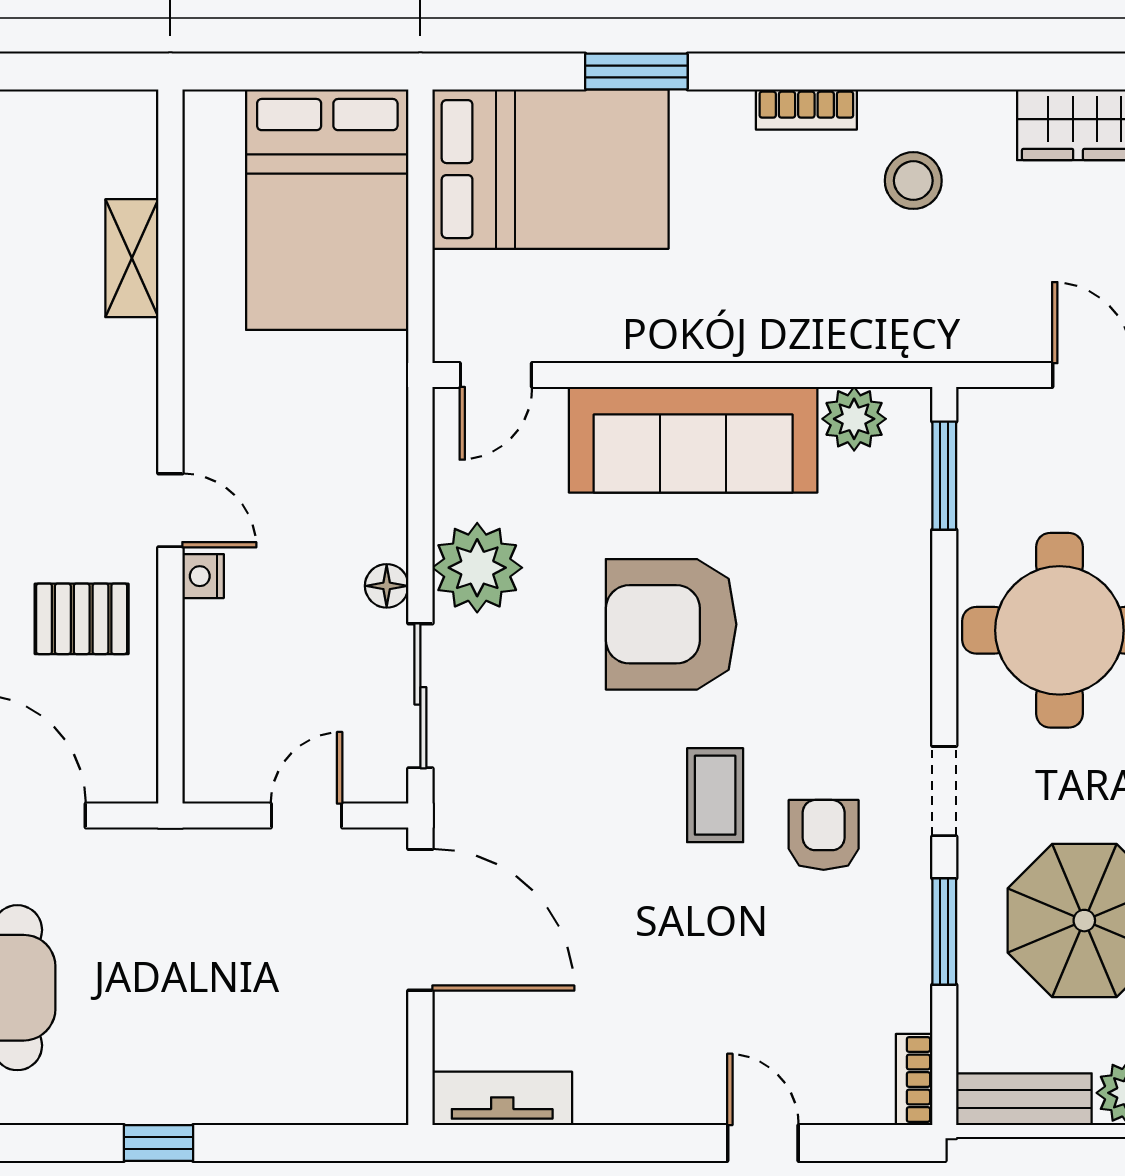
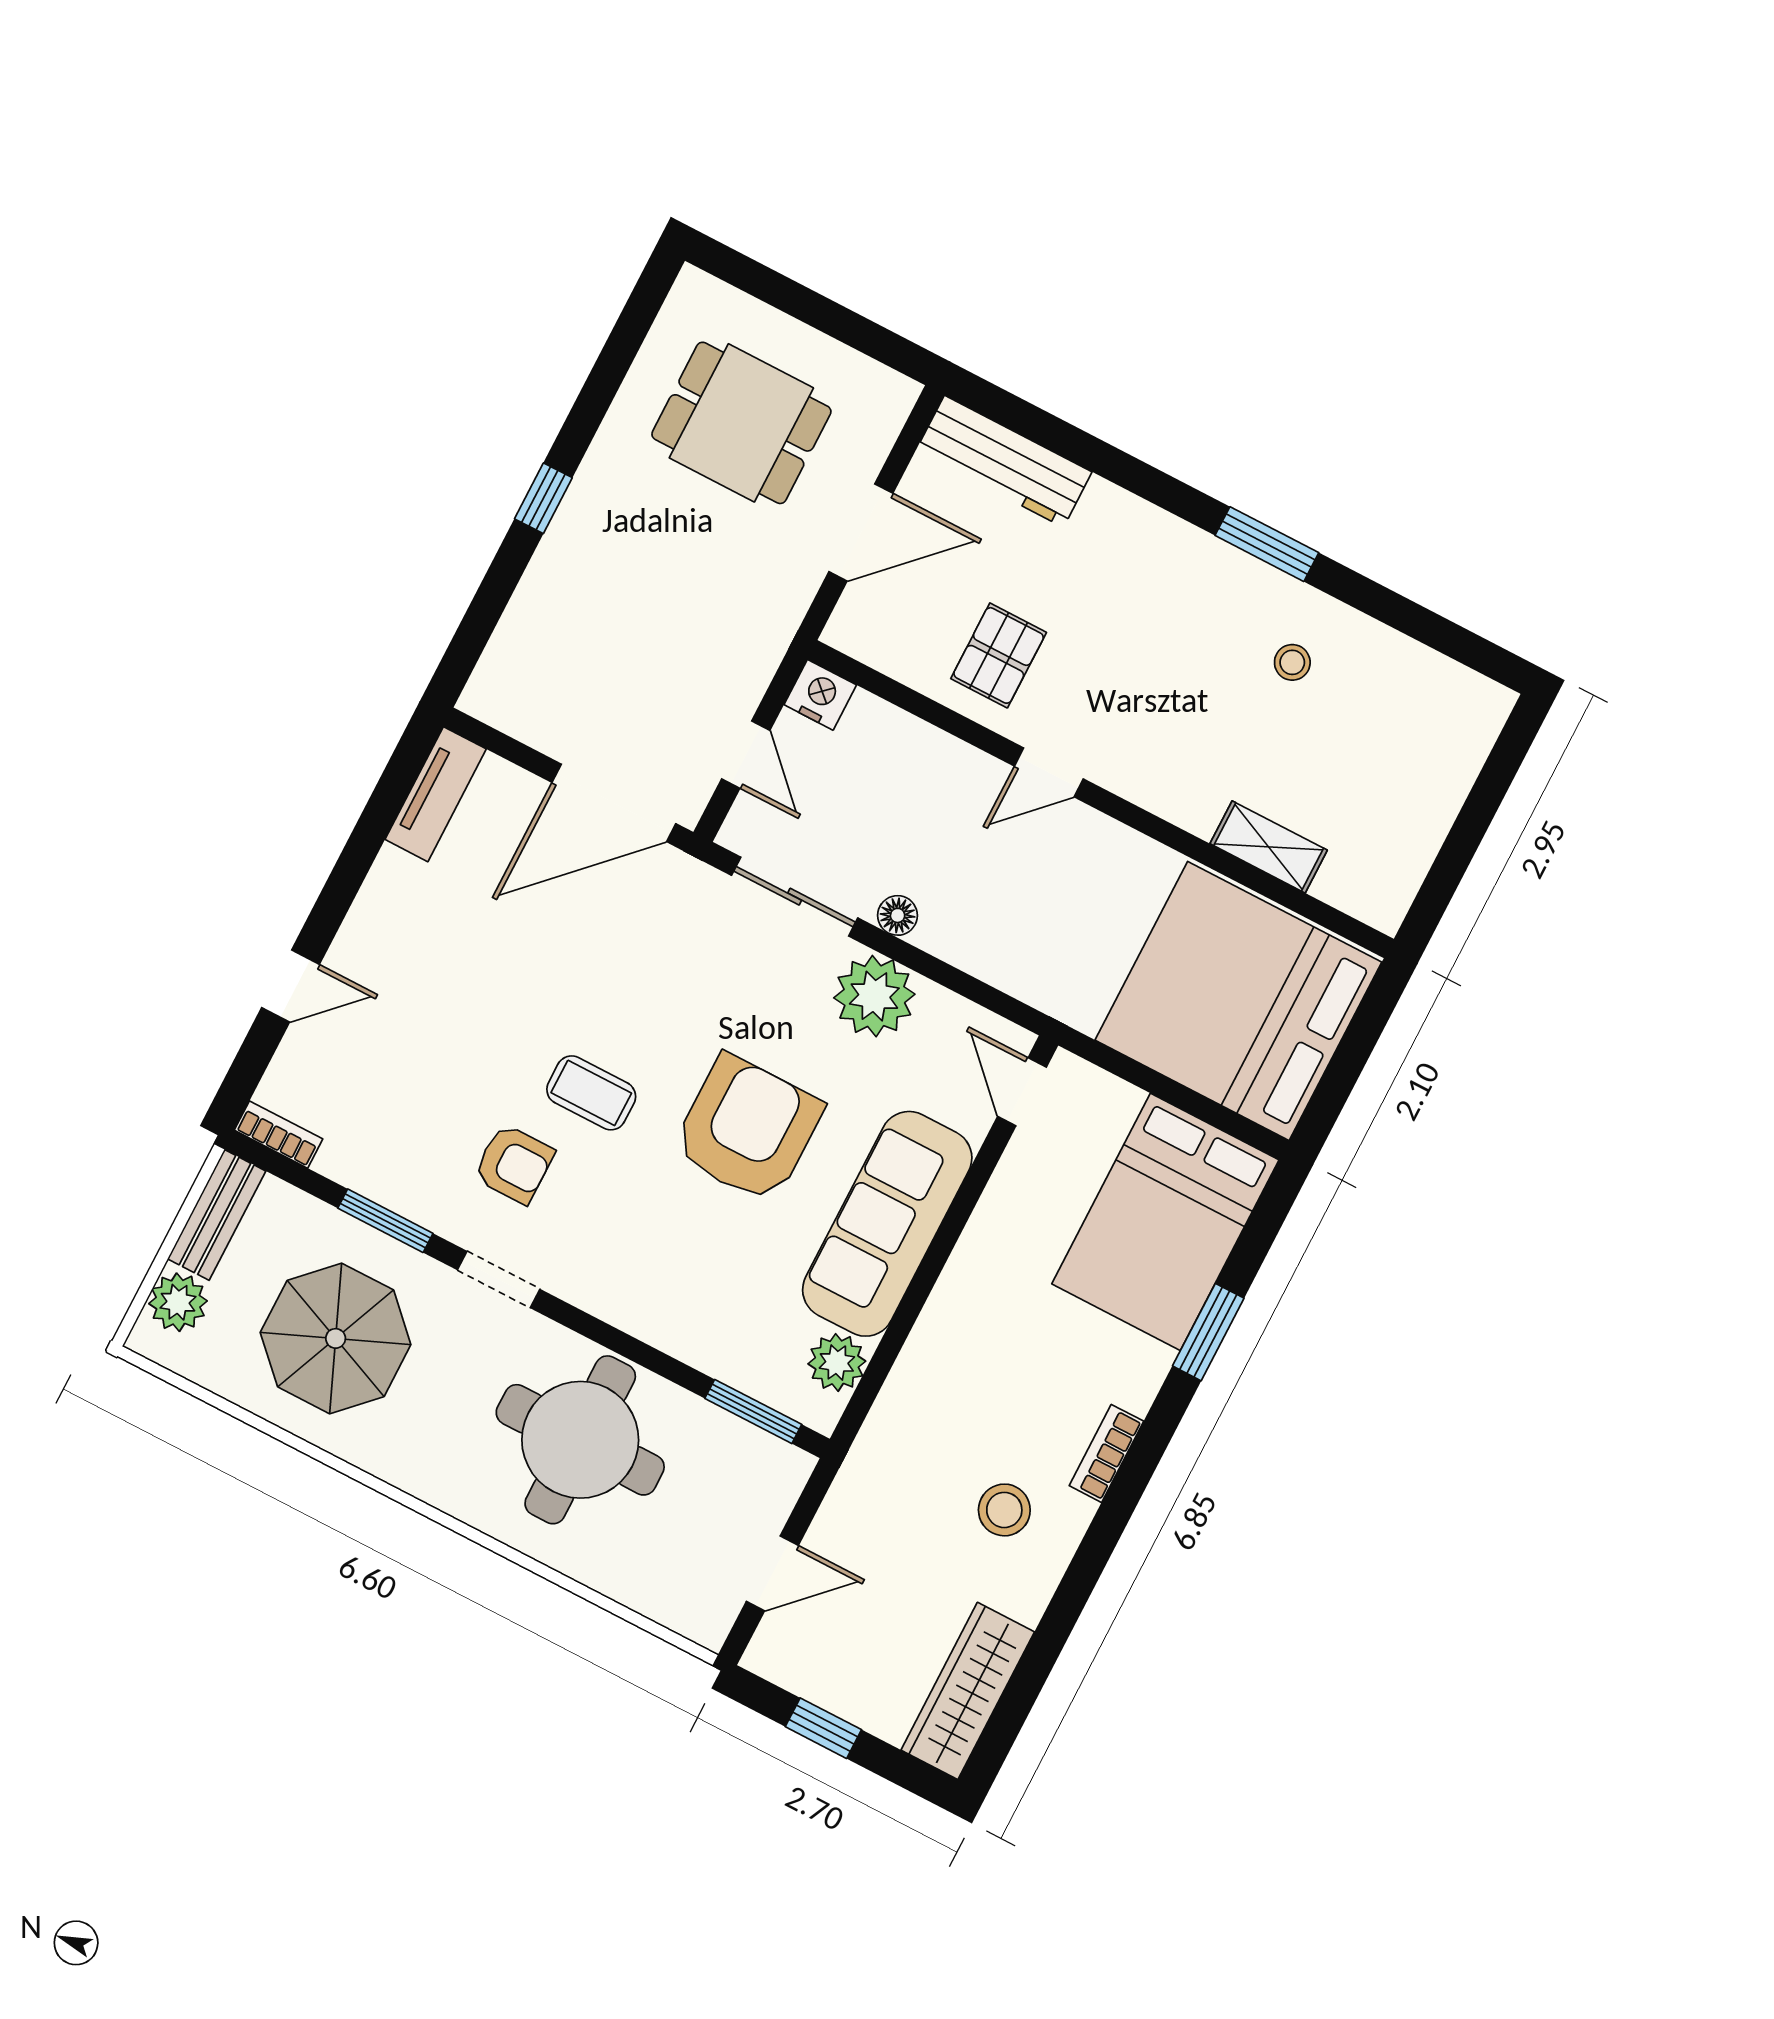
bed: (327, 210) -> (1238, 1001), width x1.36
nightstand: (203, 576) -> (820, 695), moved, width x1.39, depth x1.35

